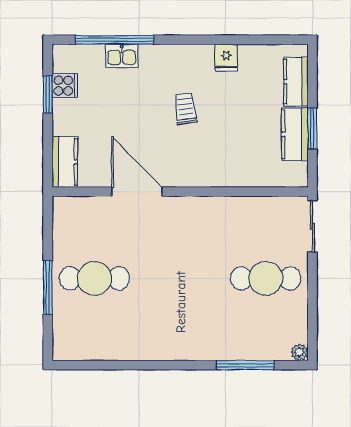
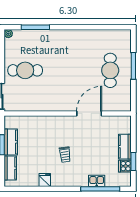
kitchen counter: (65, 162) -> (125, 147), moved
door: (137, 192) -> (89, 113), swing flipped
cafe table: (94, 278) -> (110, 70), turned 90

